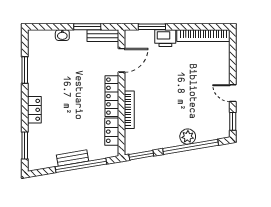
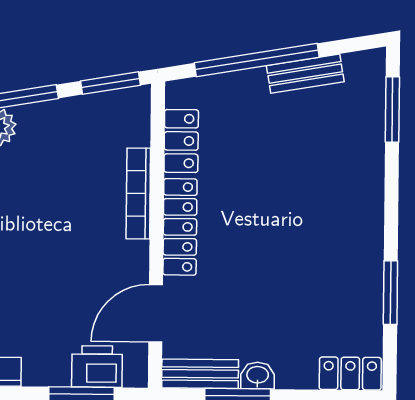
washbasin: (62, 35) -> (258, 376), moved
printer: (165, 38) -> (97, 366), moved
locker: (34, 110) -> (350, 373), moved, turned 90
bench: (73, 158) -> (305, 74), moved

